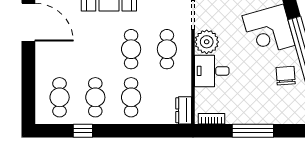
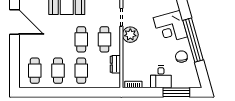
desk: (212, 71) -> (161, 77), moved, turned -90
dresser: (184, 110) -> (115, 64), moved
window: (83, 131) -> (50, 92), removed
window: (253, 131) -> (176, 92), moved

